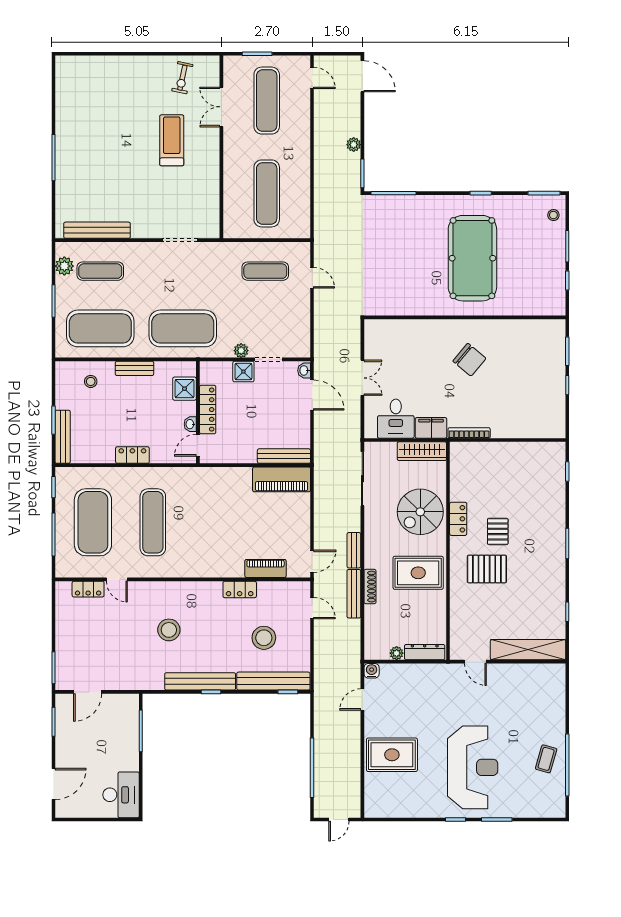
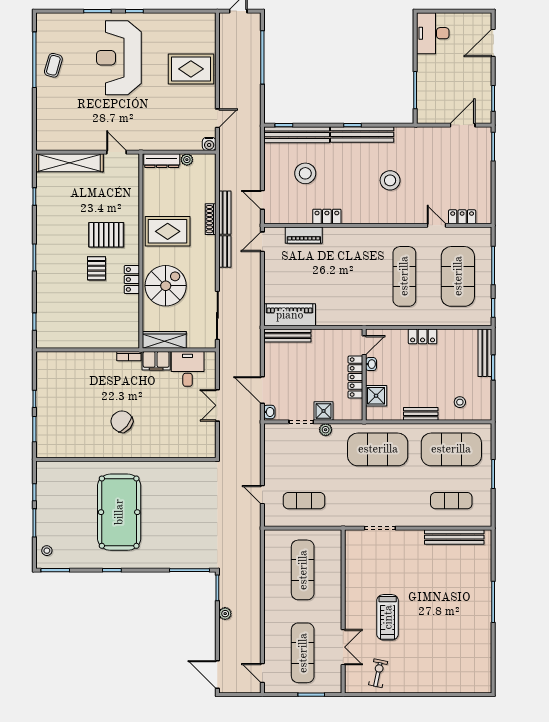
plant: (64, 266) -> (483, 505), removed
bookcase: (469, 433) -> (129, 356), width x0.64

